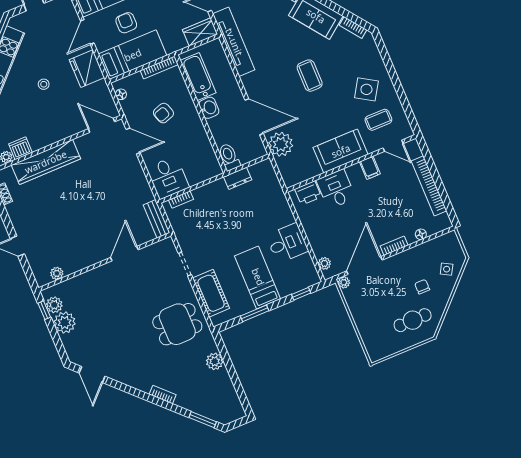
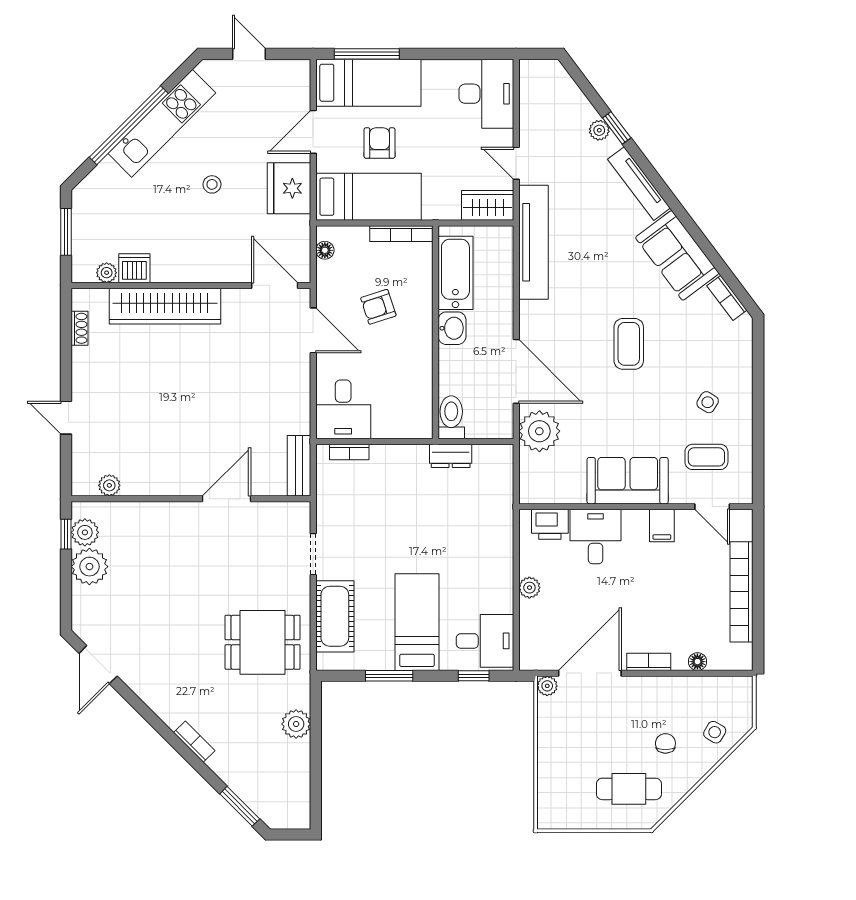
side table: (366, 89) -> (708, 402), width x0.54, depth x0.54
desk: (287, 243) -> (485, 641), moved
plant: (324, 263) -> (529, 588), moved

